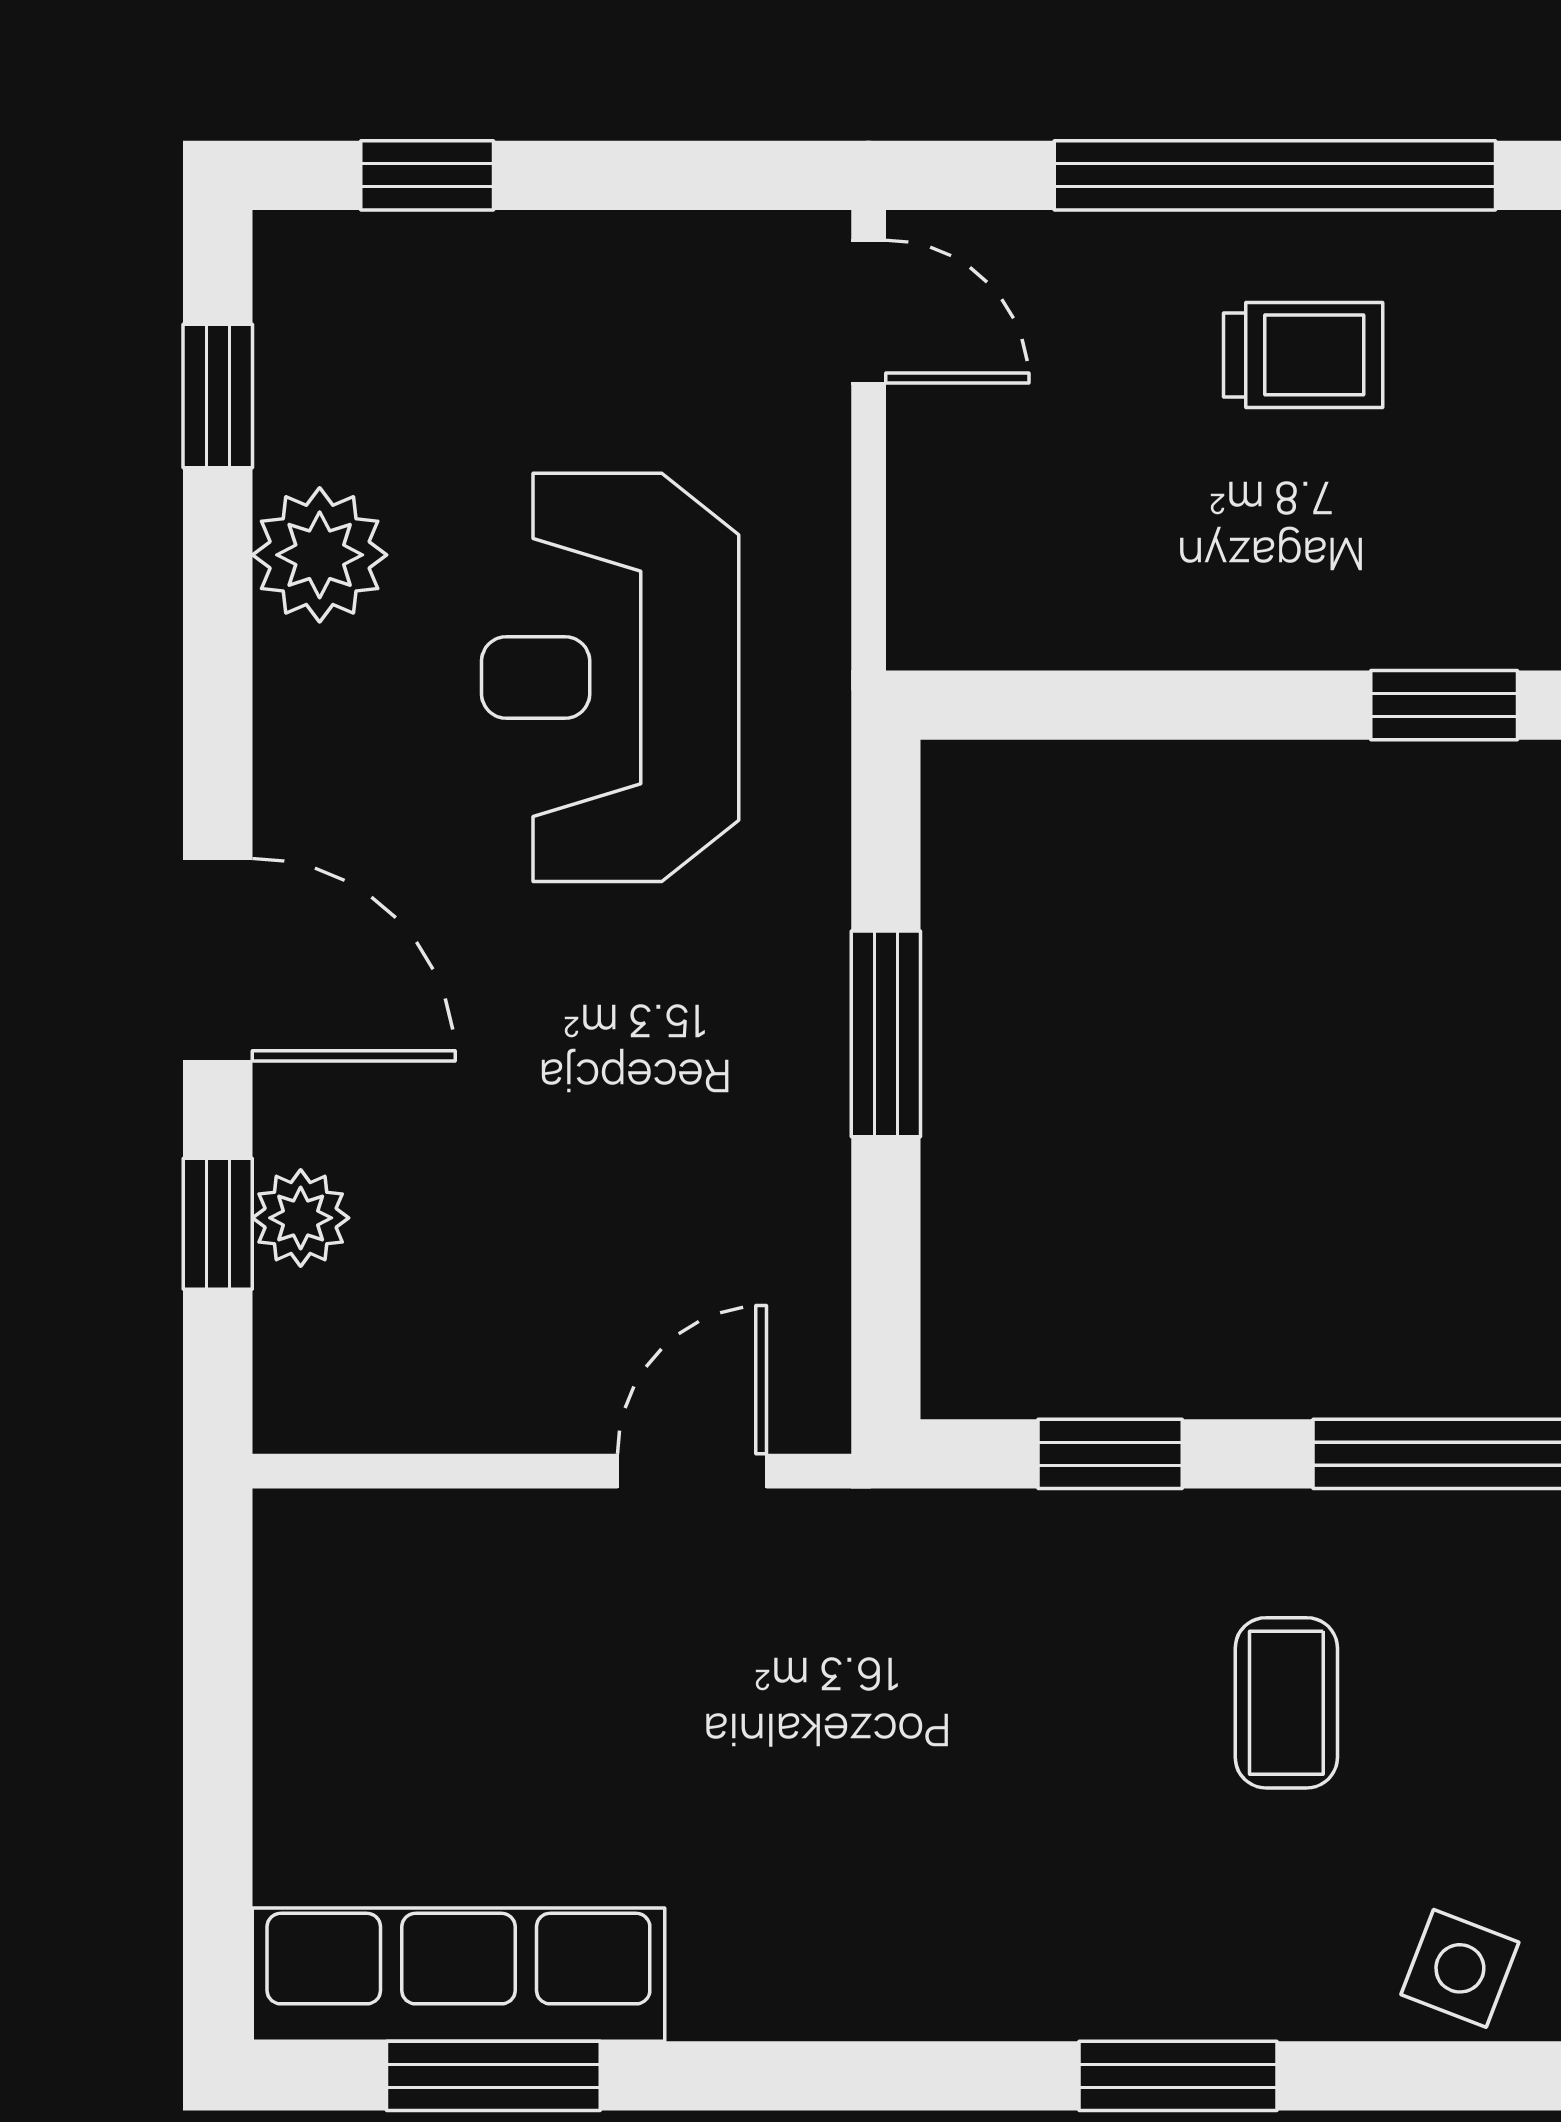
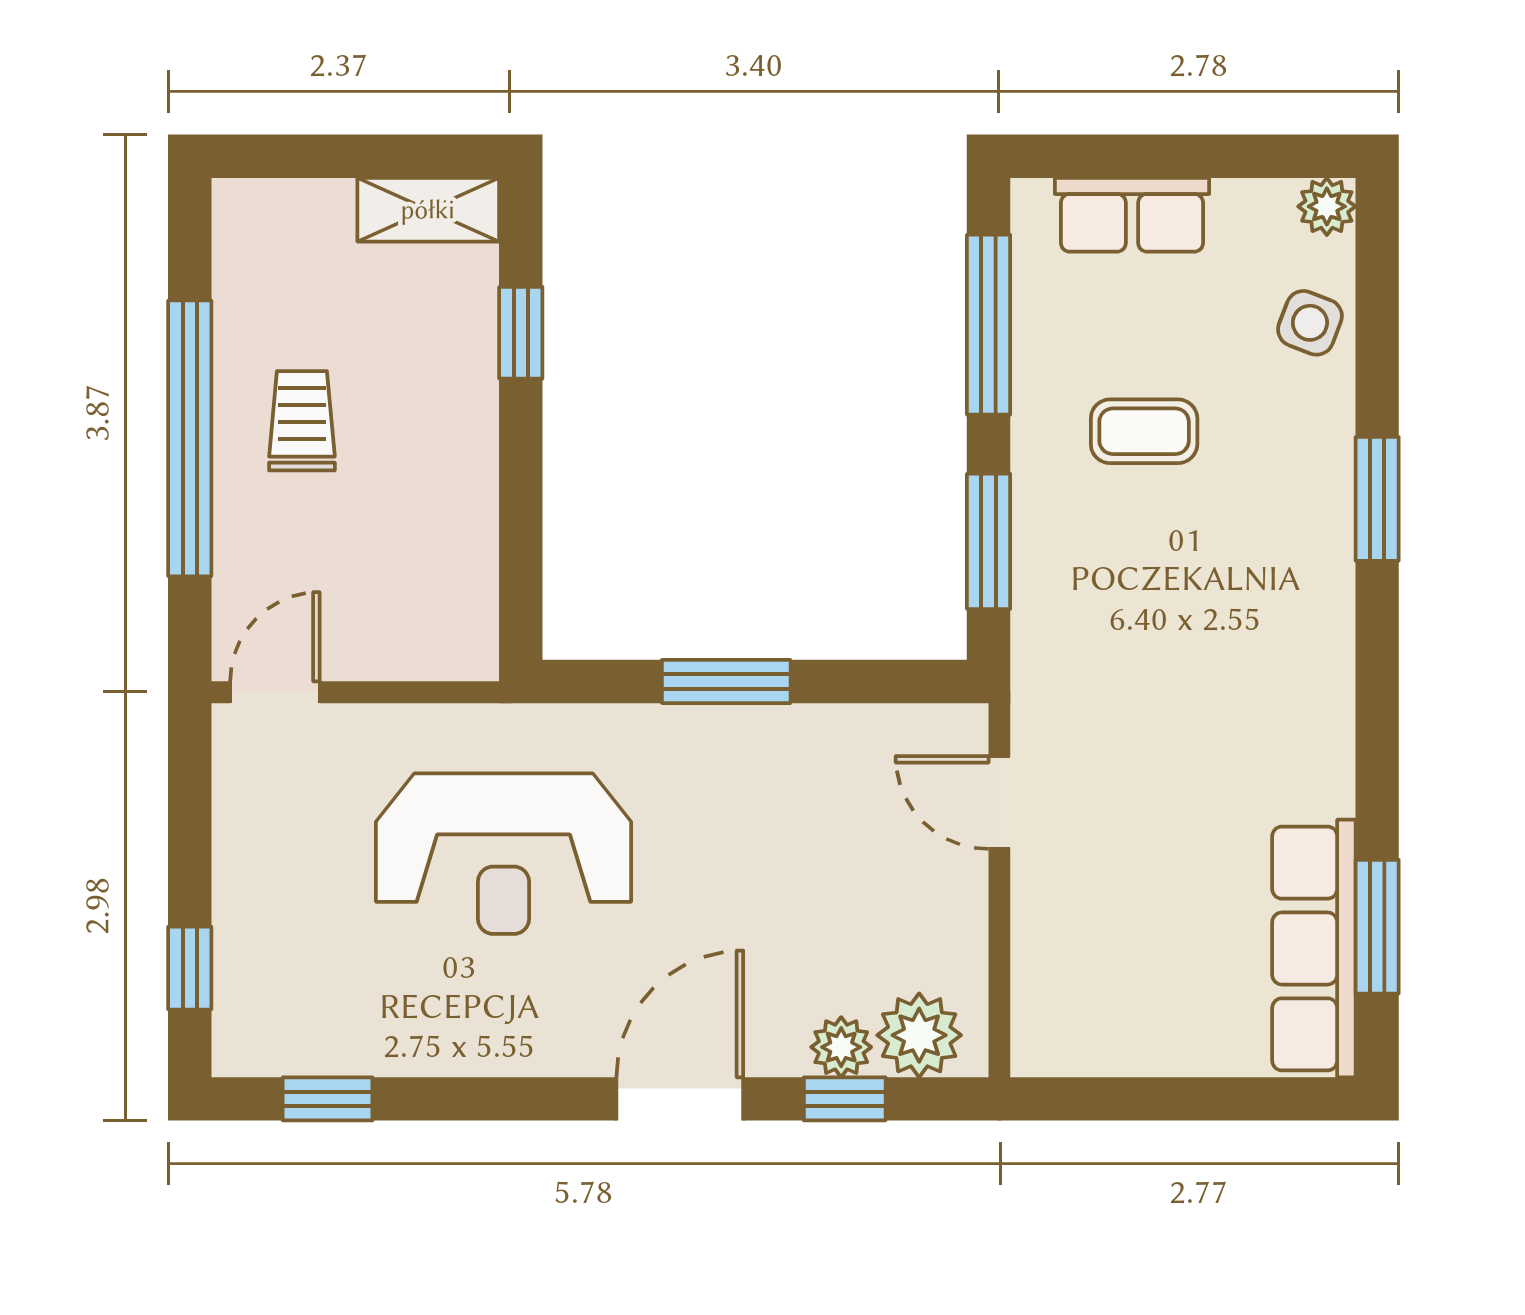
plant: (320, 555) -> (919, 1035), moved
window: (1110, 1454) -> (989, 541), width x1.50

